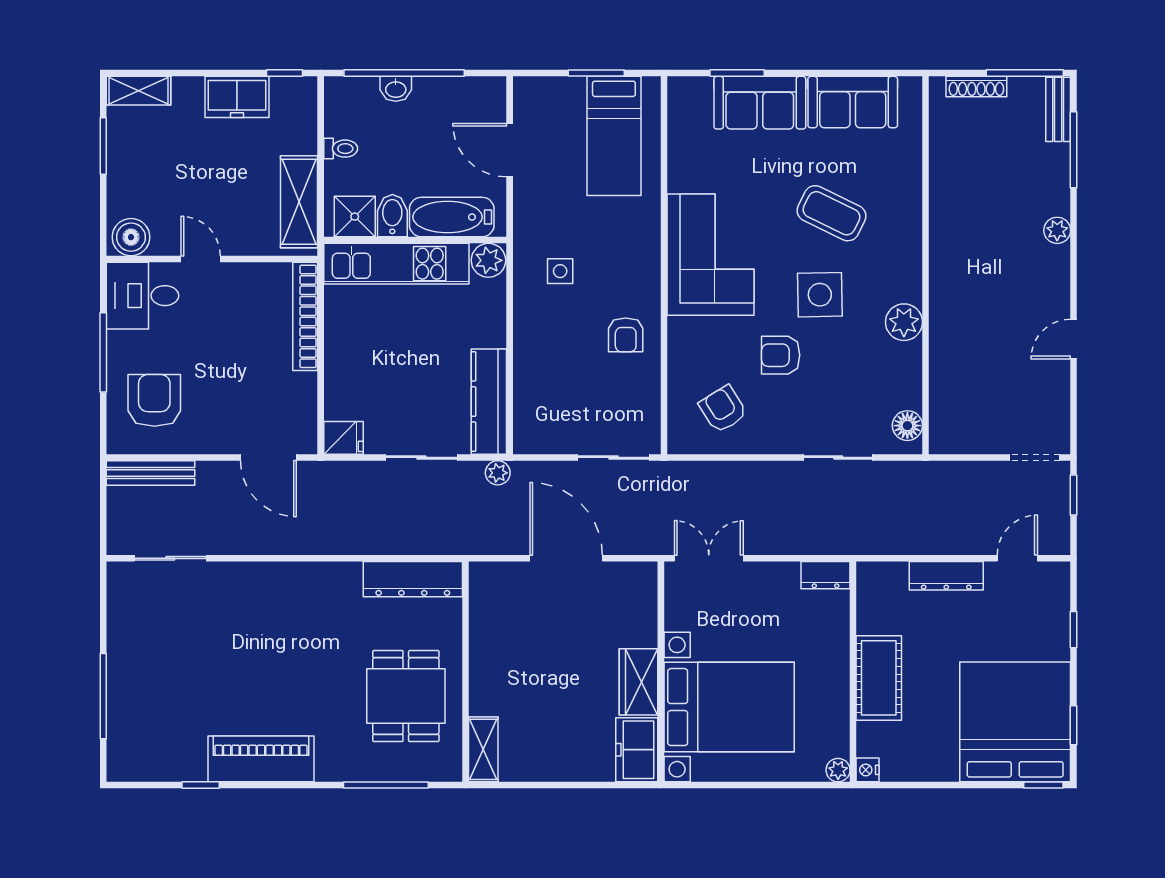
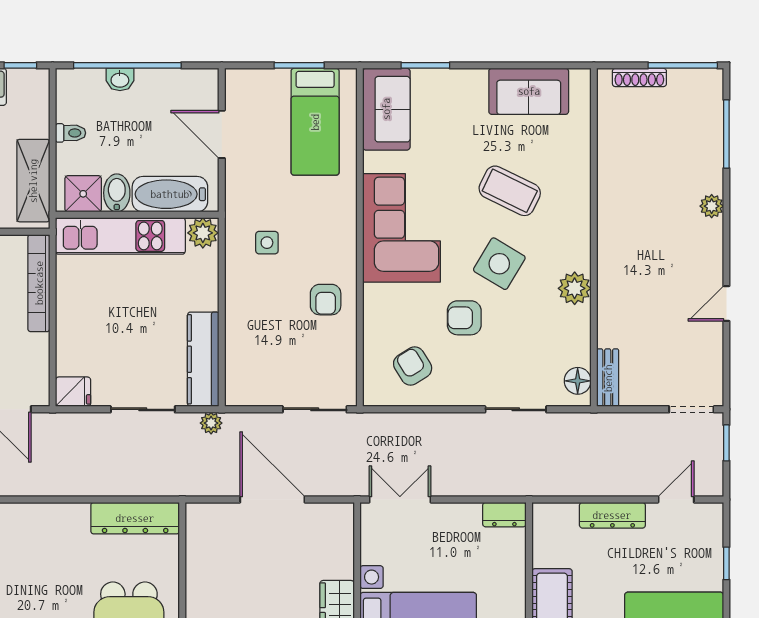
sofa: (760, 103) -> (386, 109), moved, turned -90
bench: (1058, 109) -> (608, 378), moved
side table: (820, 295) -> (499, 264), turned 32

